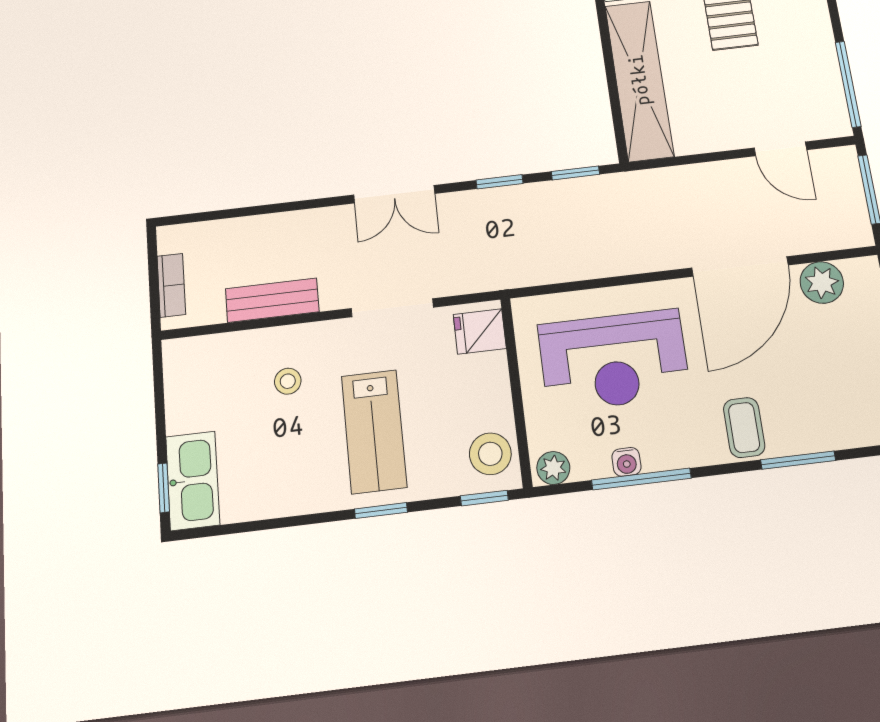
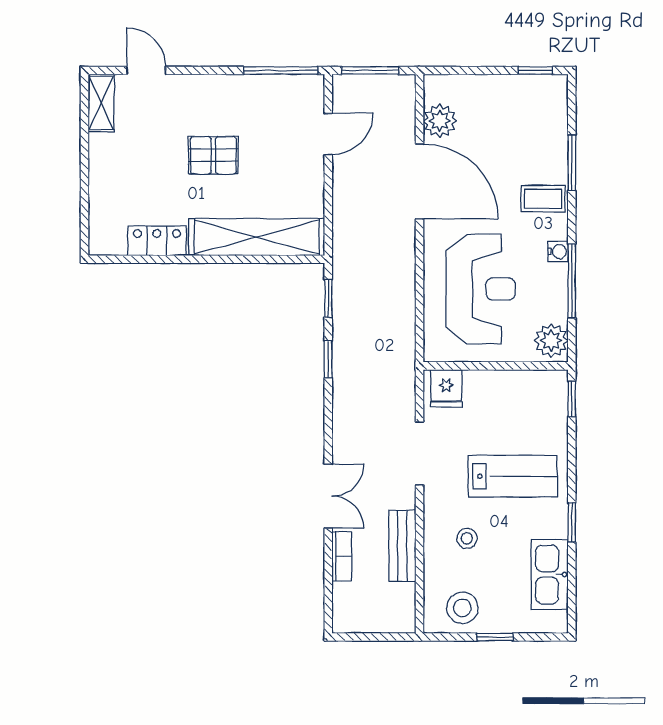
double door: (394, 194) -> (328, 496), moved
bookcase: (171, 285) -> (342, 556), moved, turned 90
stool: (490, 454) -> (462, 608), moved
water cooler: (626, 462) -> (558, 251), moved
plant: (553, 468) -> (551, 341), width x1.38, depth x1.38
kitchen sink: (193, 481) -> (550, 575), moved, turned -90
window: (163, 488) -> (495, 637), moved
window: (381, 511) -> (572, 523), moved

